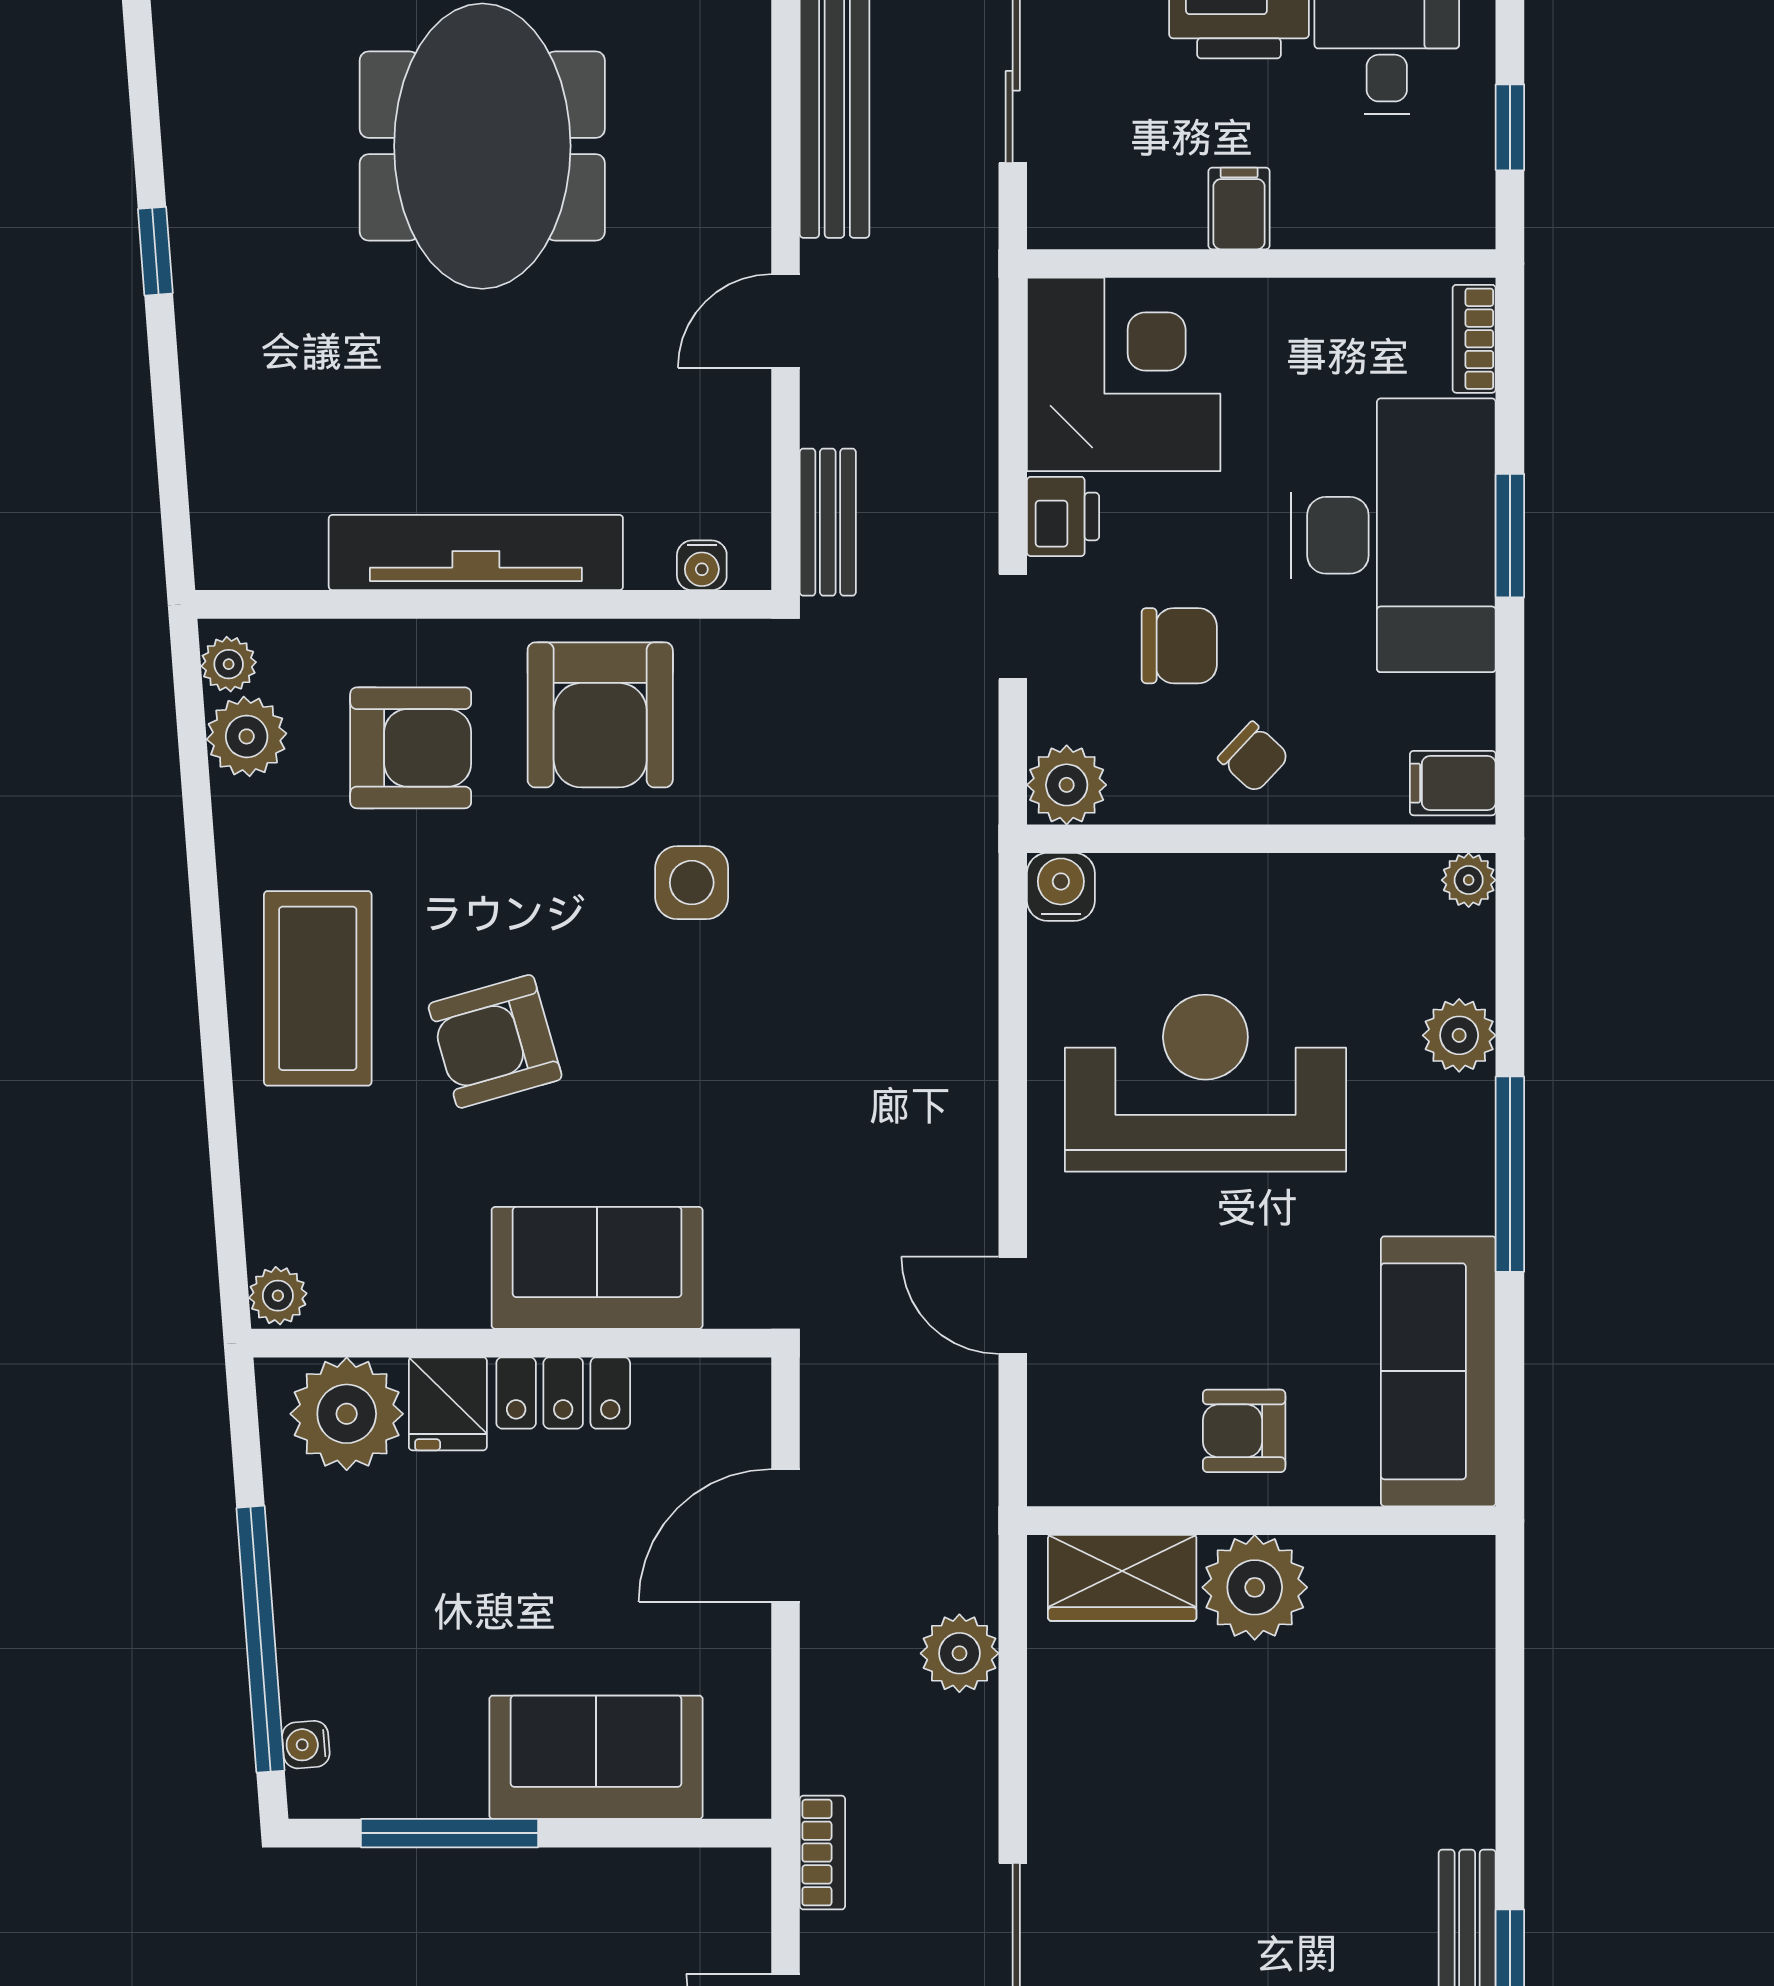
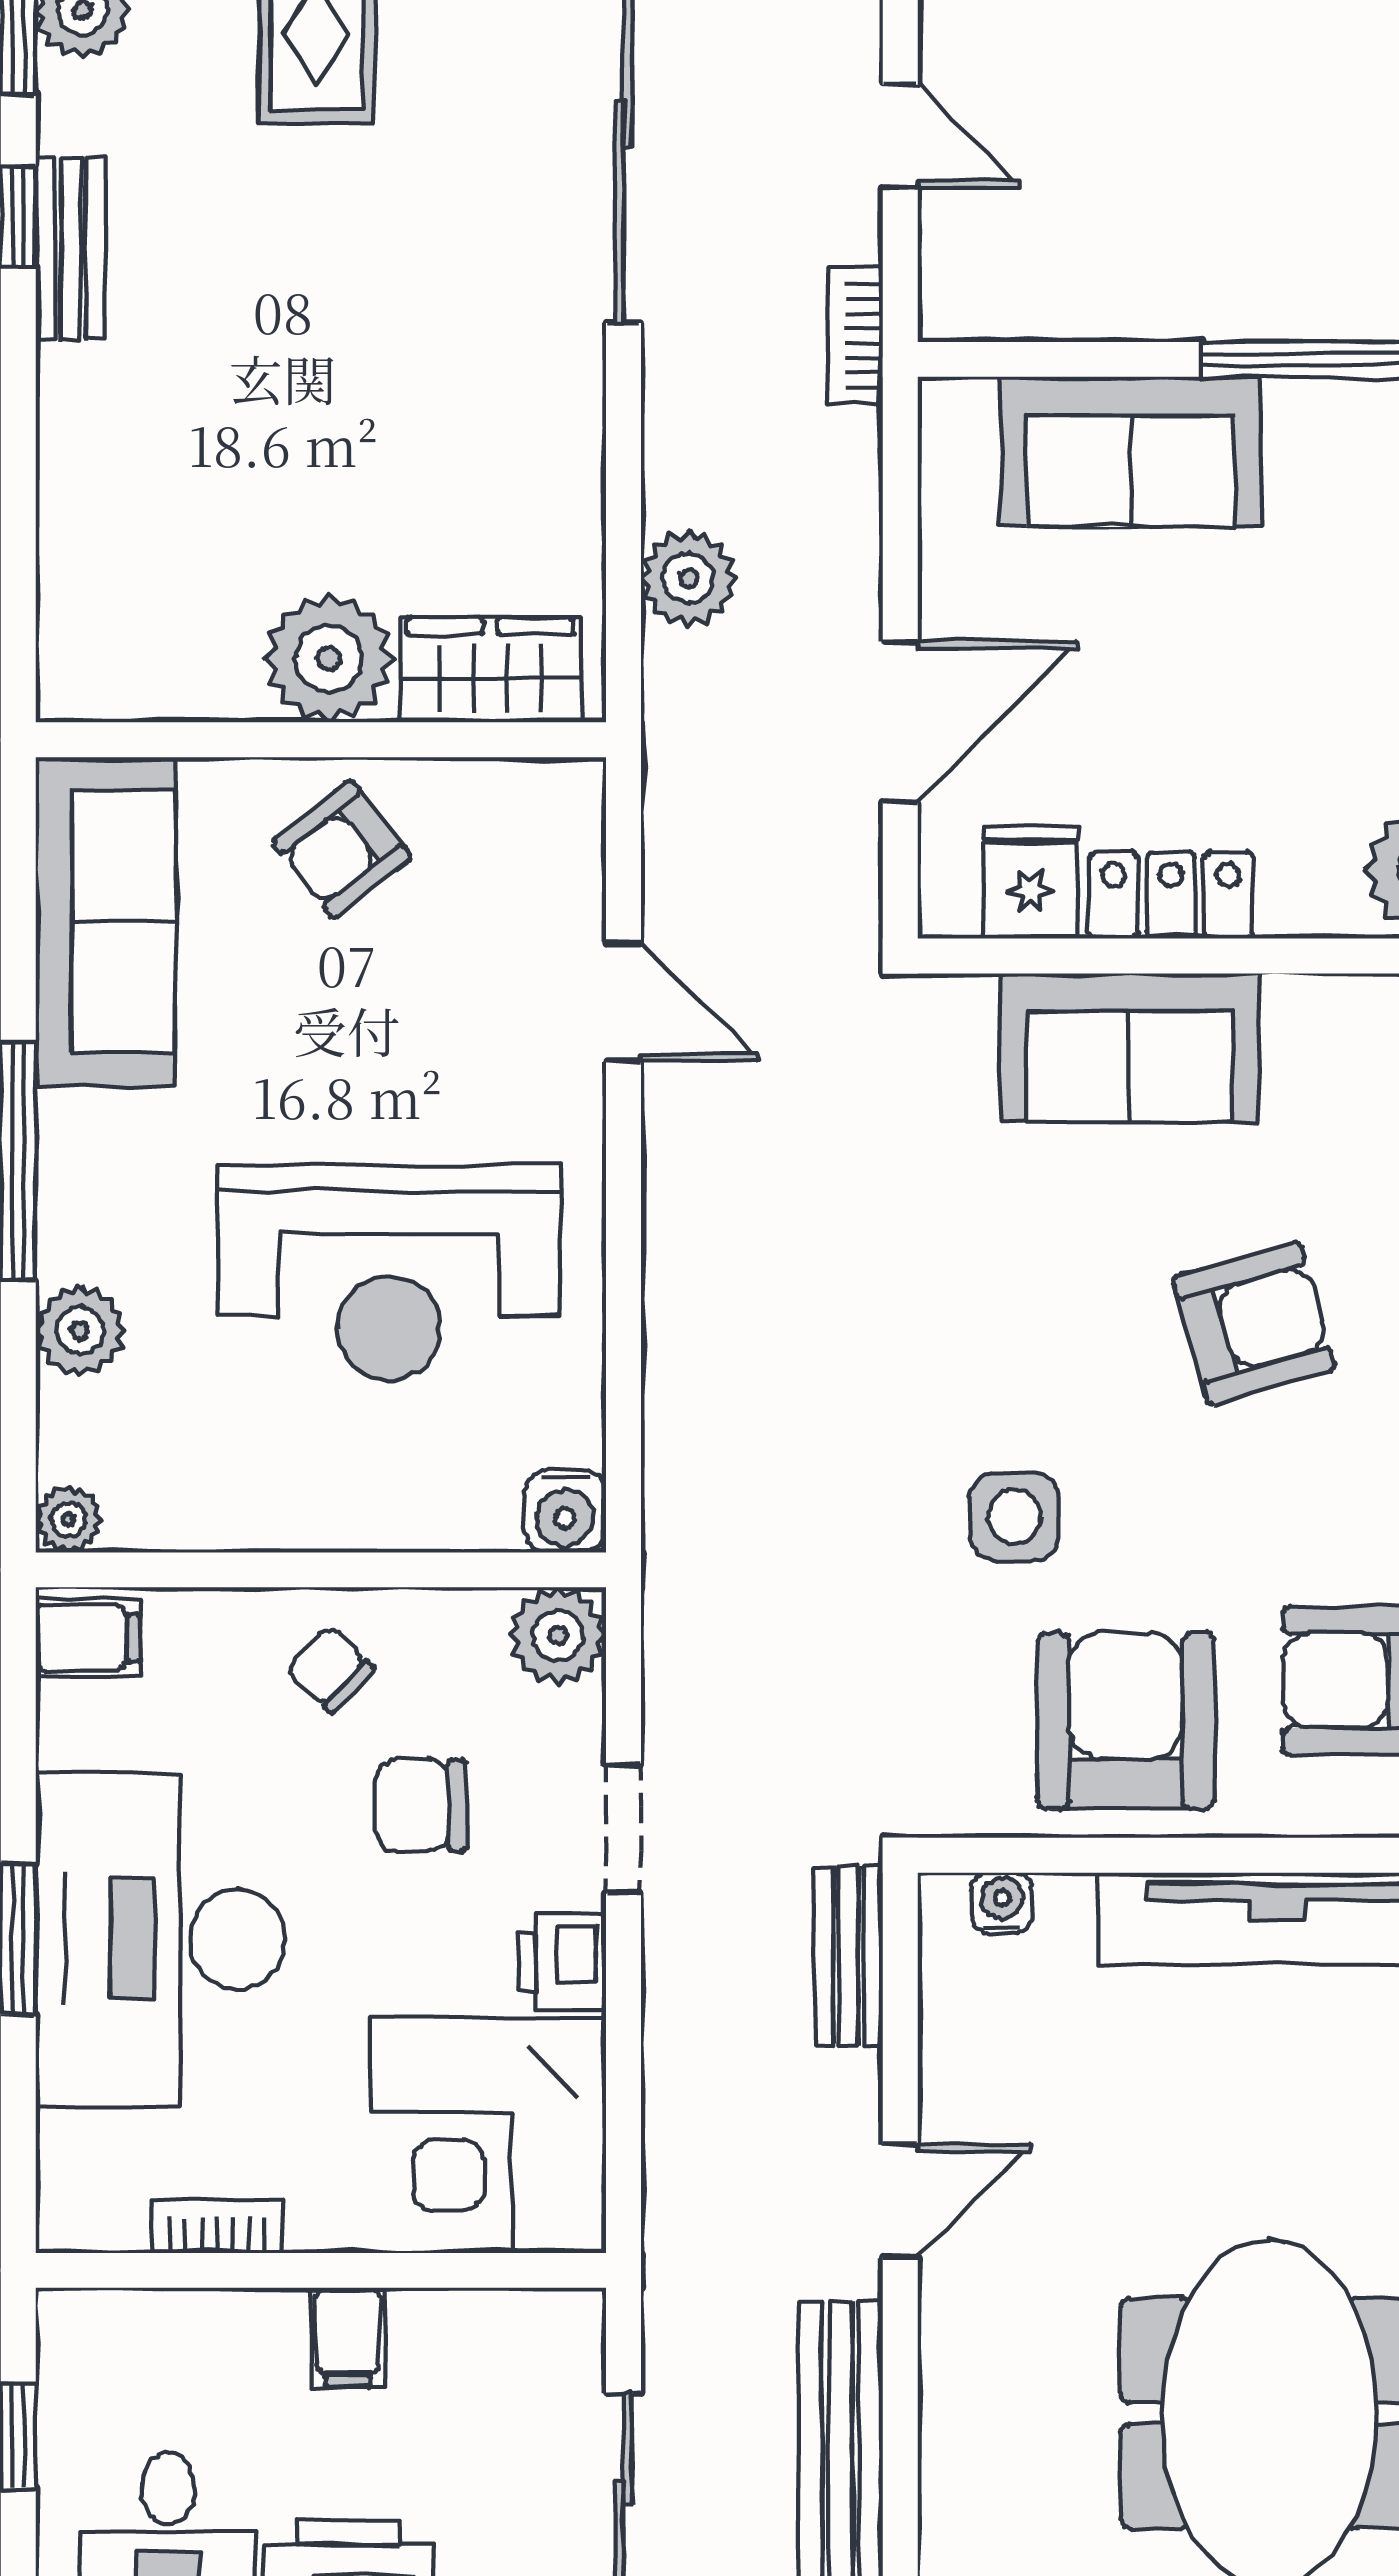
bookcase: (1474, 339) -> (217, 2227), moved, turned -90
fridge: (448, 1404) -> (1030, 882), moved
armchair: (1244, 1431) -> (342, 849), turned 142

